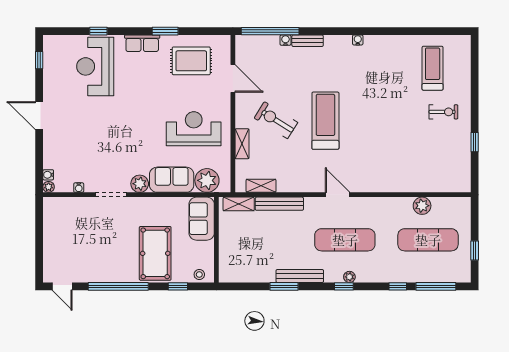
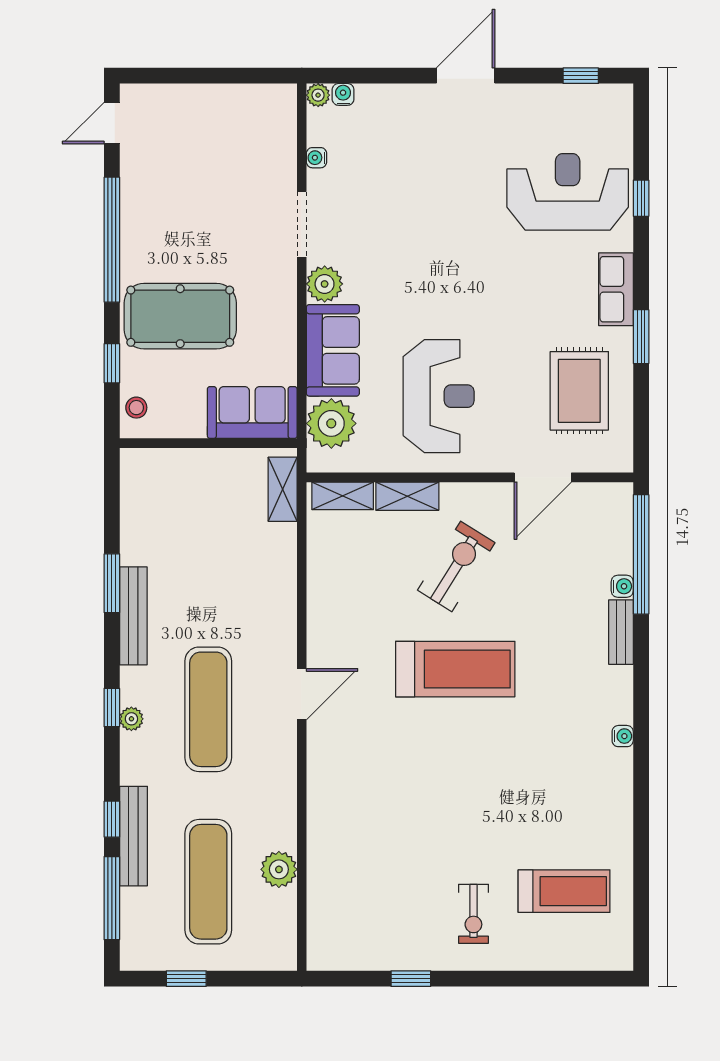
shelving: (261, 186) -> (343, 496), moved, turned 90
bench: (279, 204) -> (134, 836), moved

